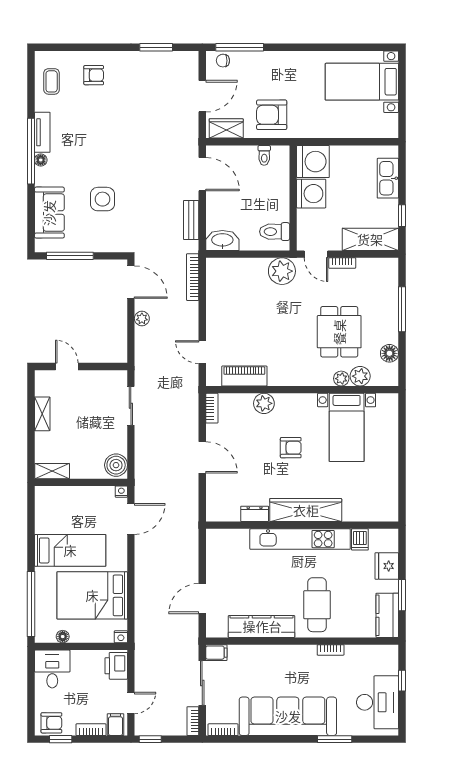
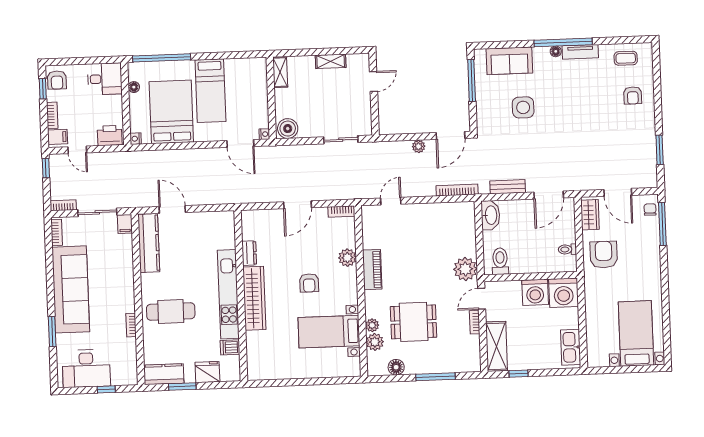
kitchen sink: (388, 178) -> (571, 347), moved, turned -90
piano: (244, 376) -> (372, 270), moved
kitchen counter: (262, 626) -> (149, 243), moved

